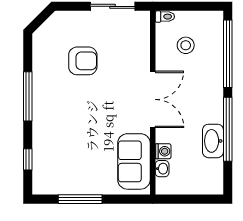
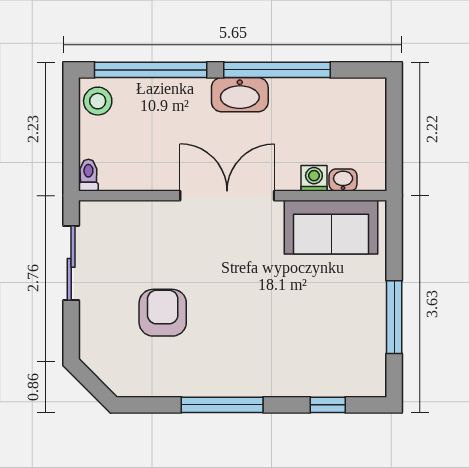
stool: (186, 45) -> (98, 101), moved
washbasin: (213, 141) -> (240, 95), moved

